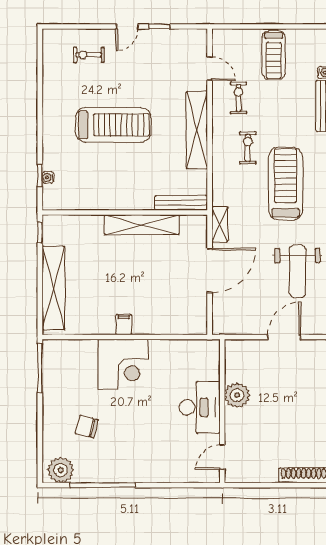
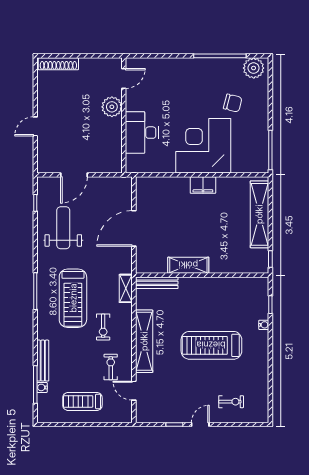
treadmill: (274, 55) -> (82, 401), turned -90
exercise bike: (238, 98) -> (111, 367), turned 180
water cooler: (48, 177) -> (264, 325), moved
shelving: (220, 224) -> (126, 288), moved
shelving: (142, 225) -> (188, 265), width x0.68
filing cabinet: (124, 324) -> (203, 185), width x2.00
corner desk: (123, 364) -> (203, 146), width x1.36, depth x1.36
plant: (237, 395) -> (112, 107), moved
desk: (200, 407) -> (142, 133), moved

